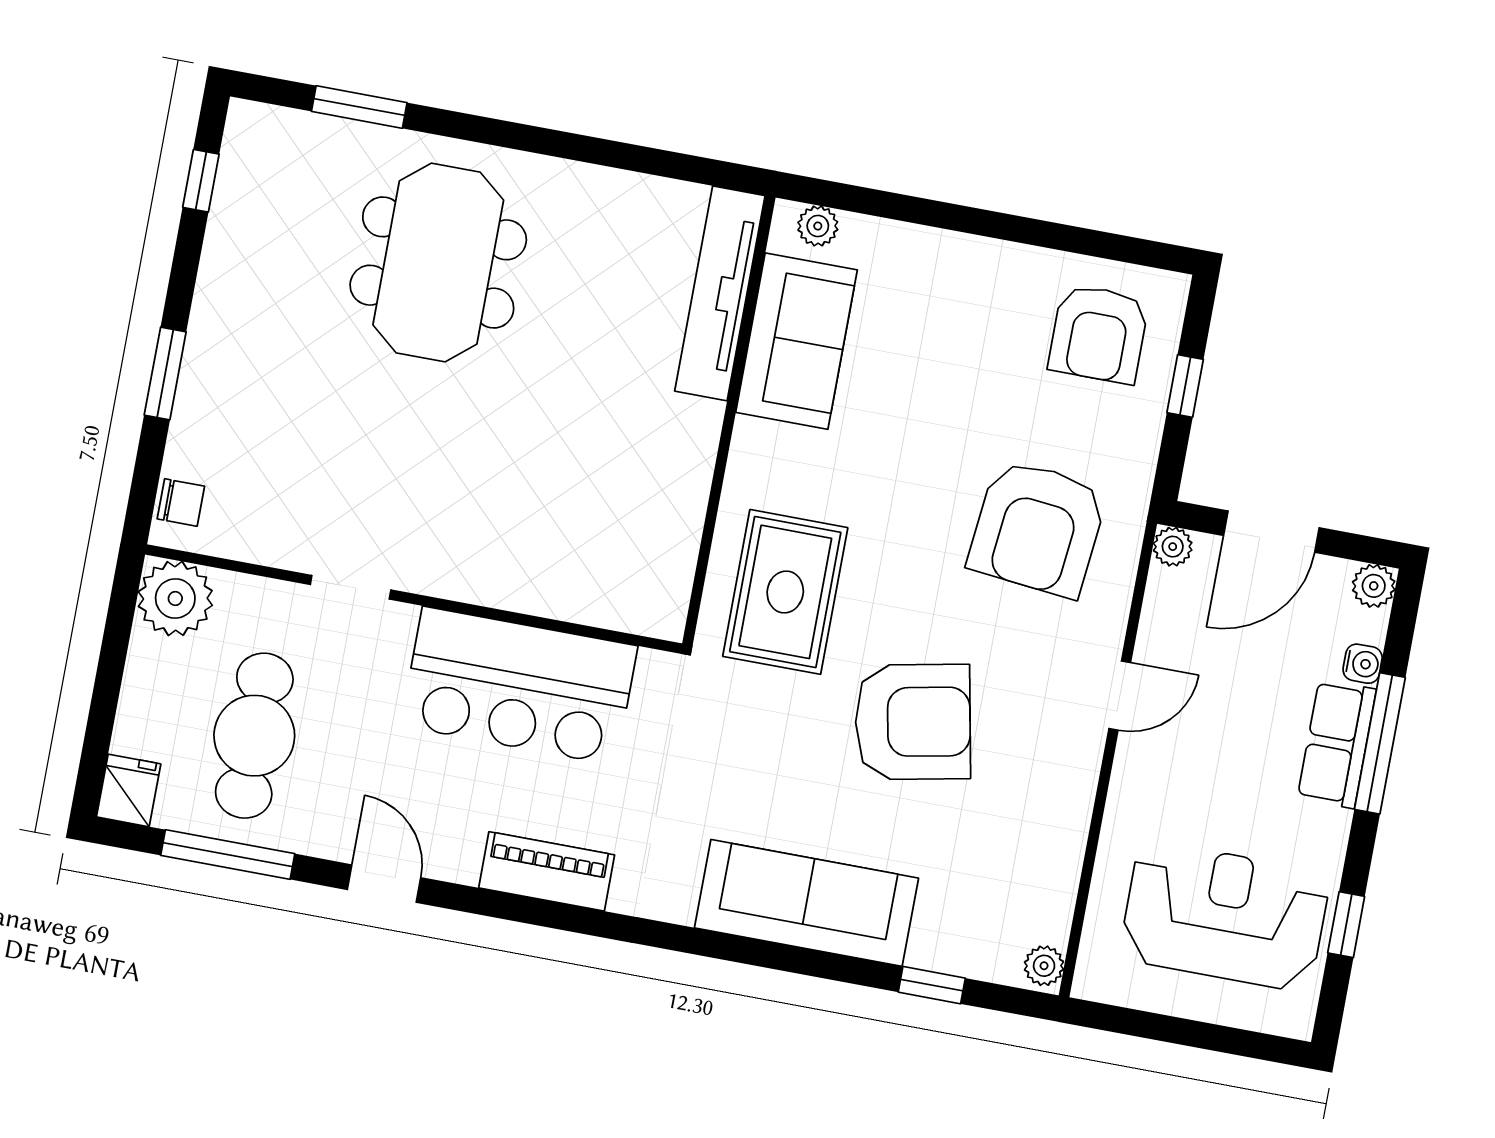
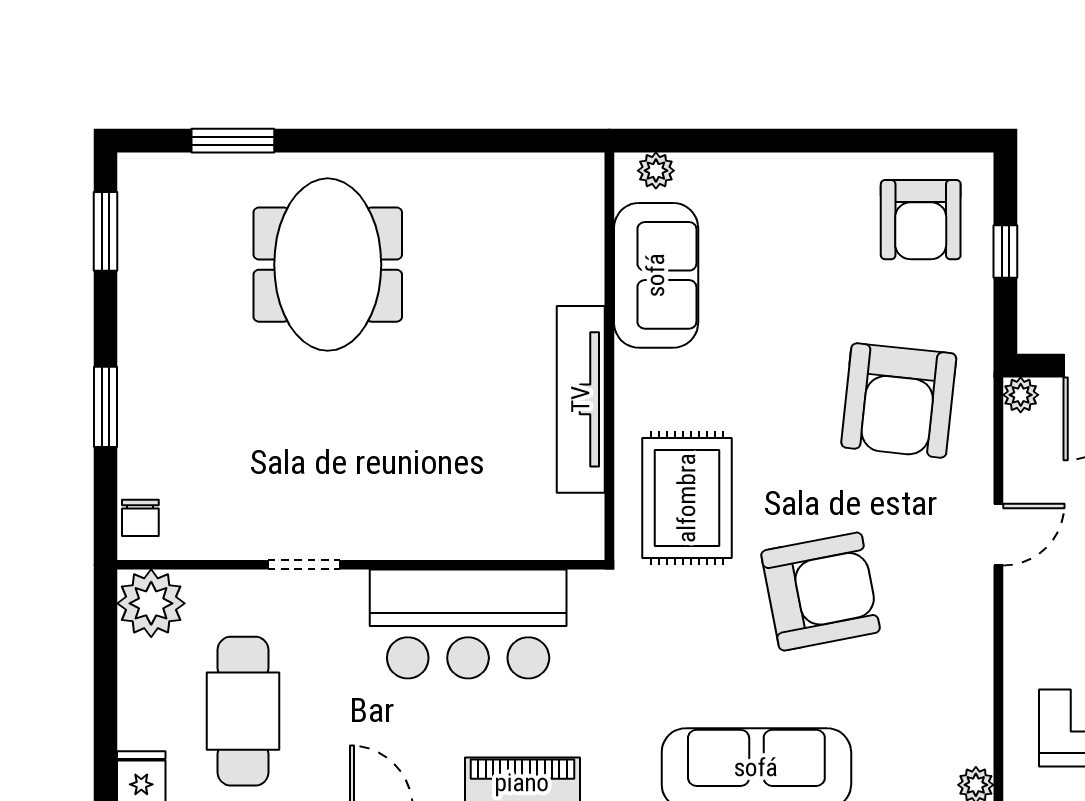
window: (201, 181) -> (106, 231), width x1.50
tv unit: (720, 293) -> (581, 399), moved
chair: (181, 503) -> (140, 518), turned 90

